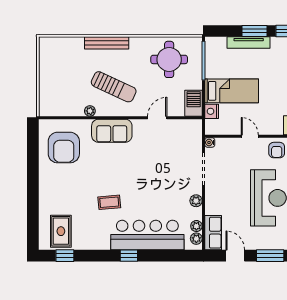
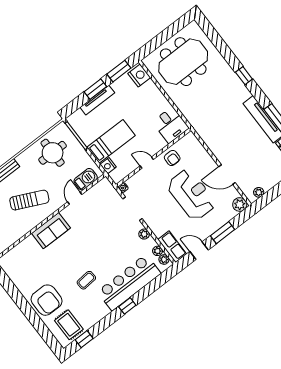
barbecue: (194, 103) -> (86, 179), moved, turned 90
plant: (90, 111) -> (26, 229), removed
armchair: (64, 148) -> (47, 300), moved

